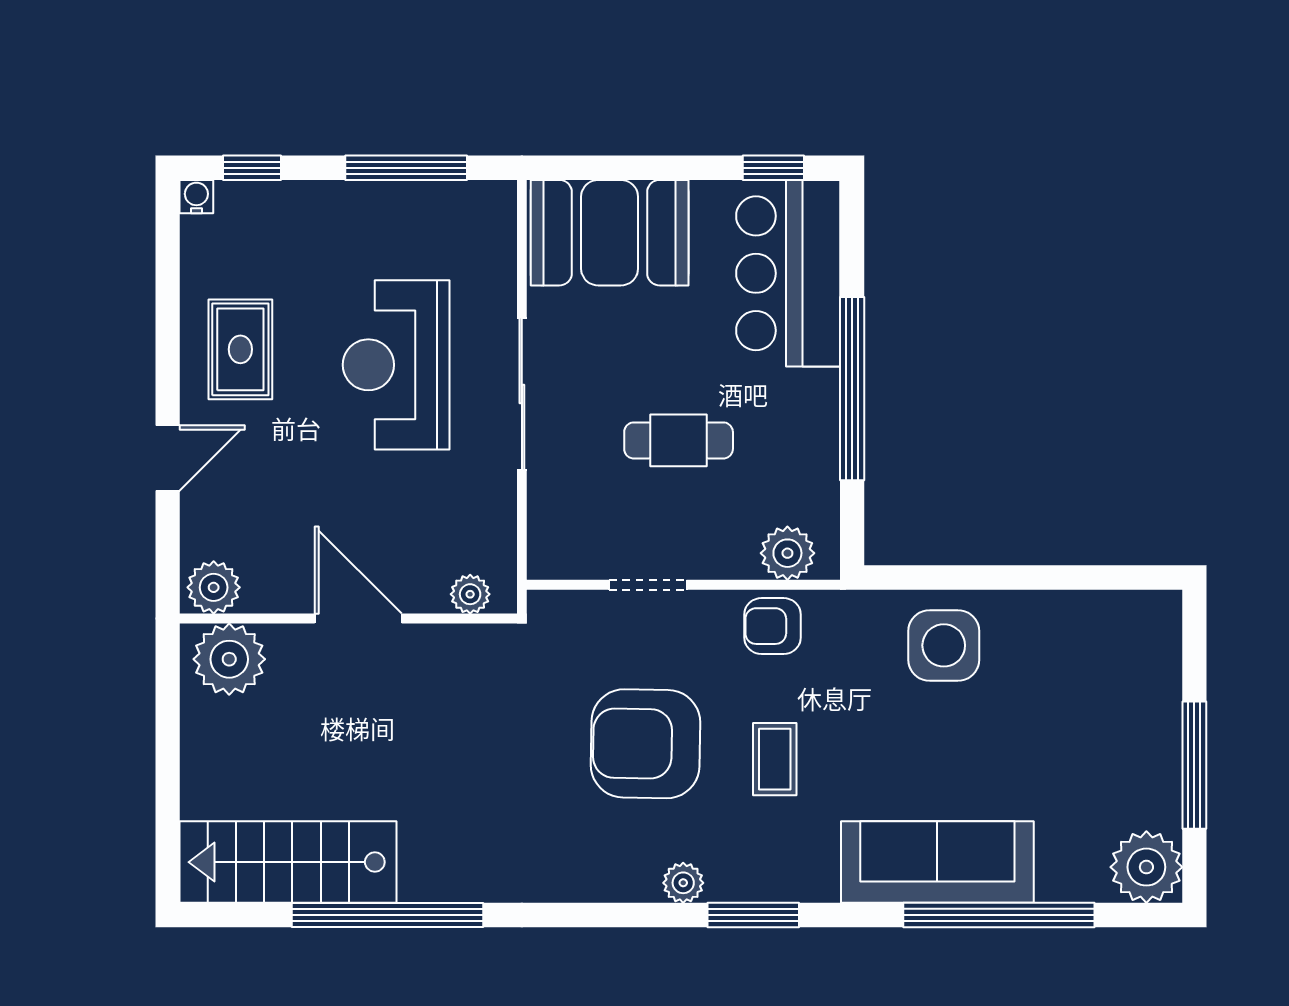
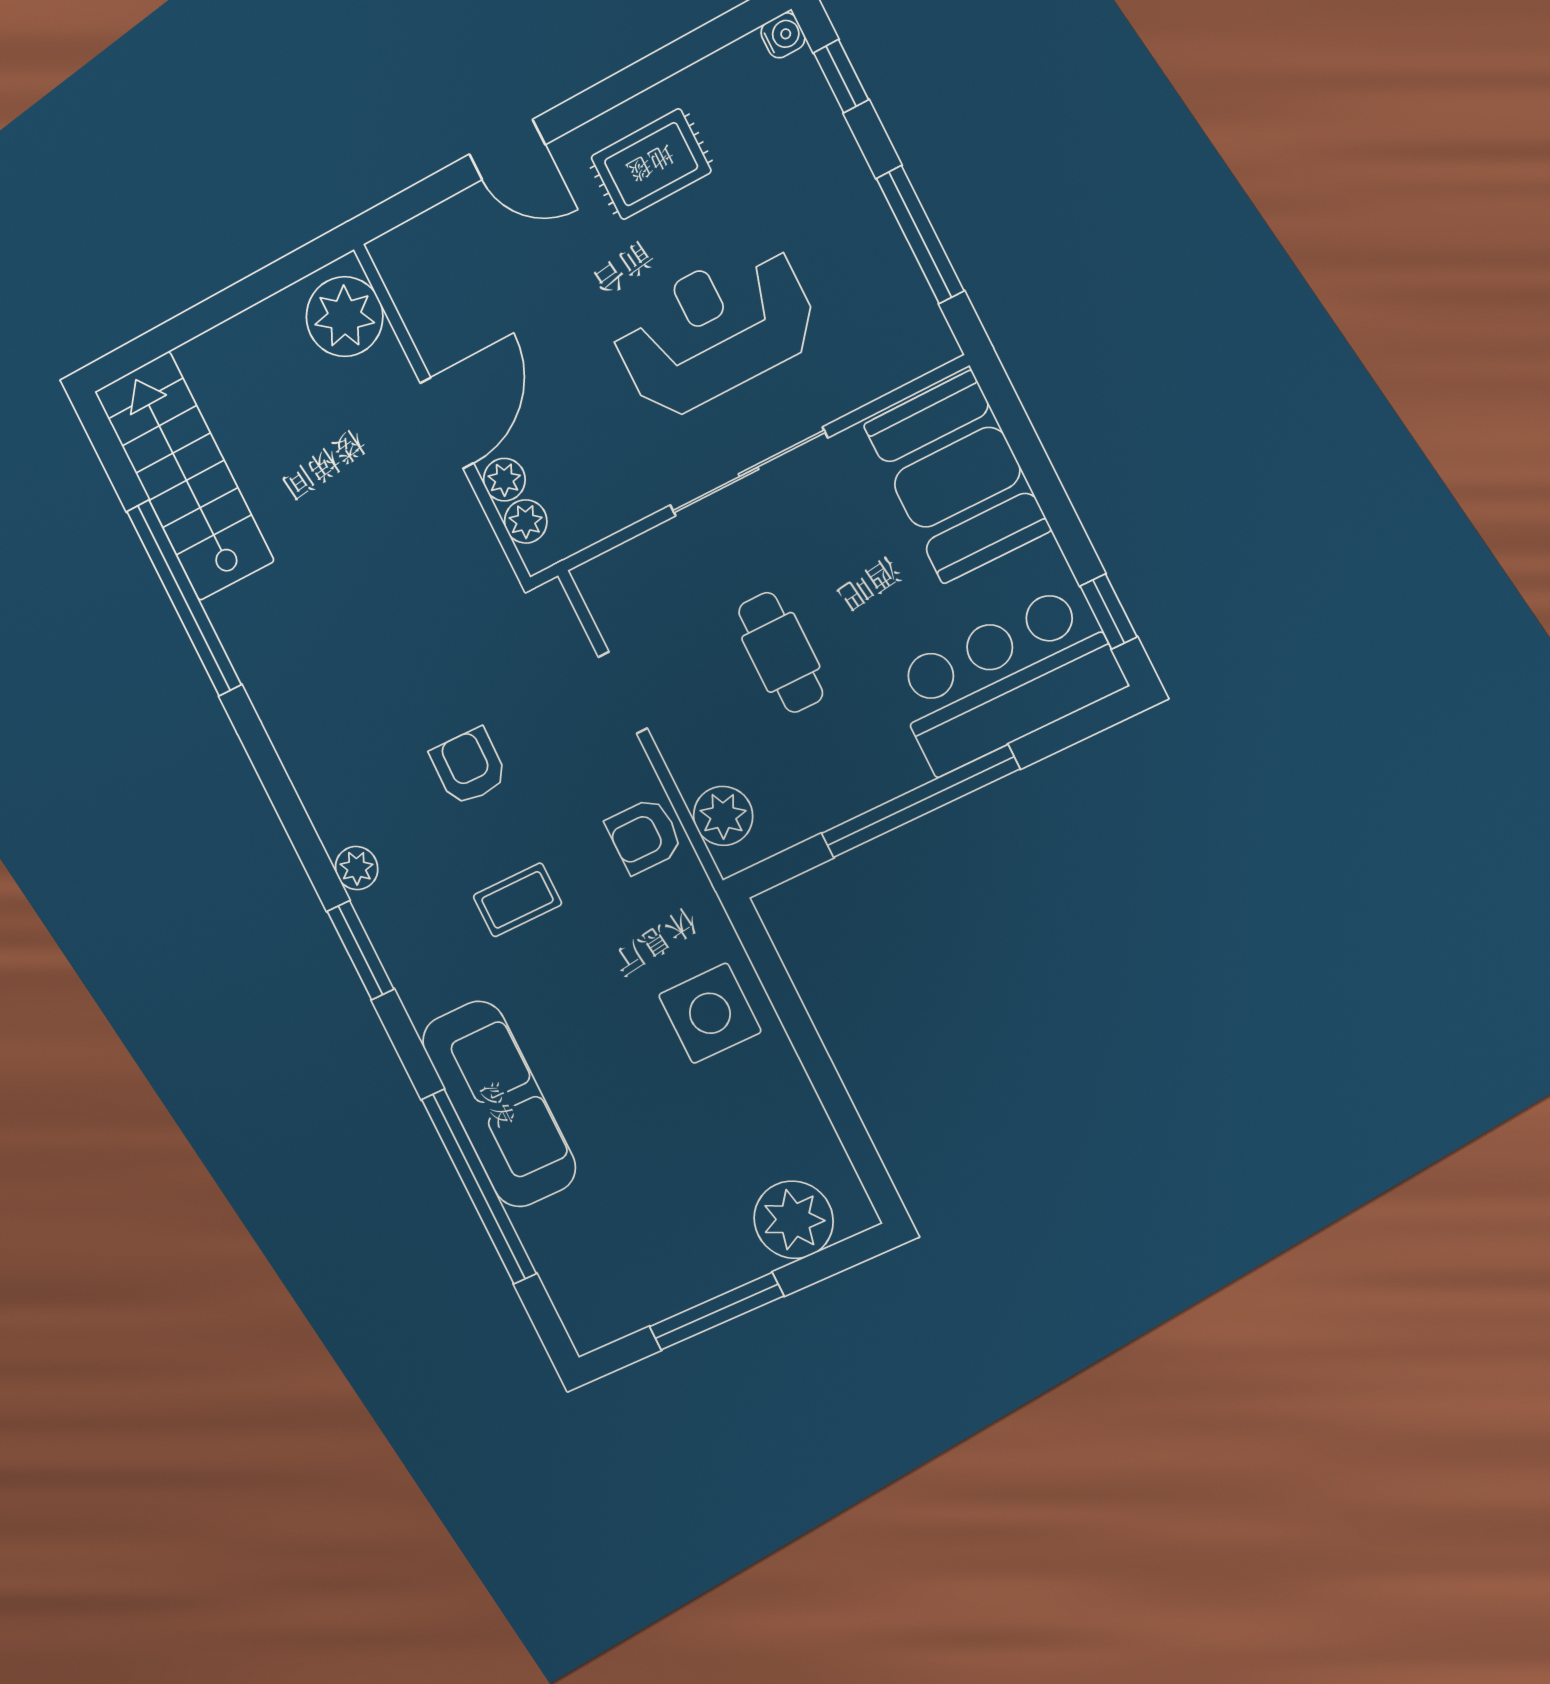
plant: (214, 587) -> (504, 480), moved, width x0.73, depth x0.73
armchair: (773, 626) -> (644, 836), turned -90
armchair: (645, 744) -> (469, 767), width x0.53, depth x0.53
plant: (1146, 867) -> (794, 1220), moved

